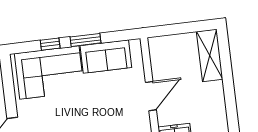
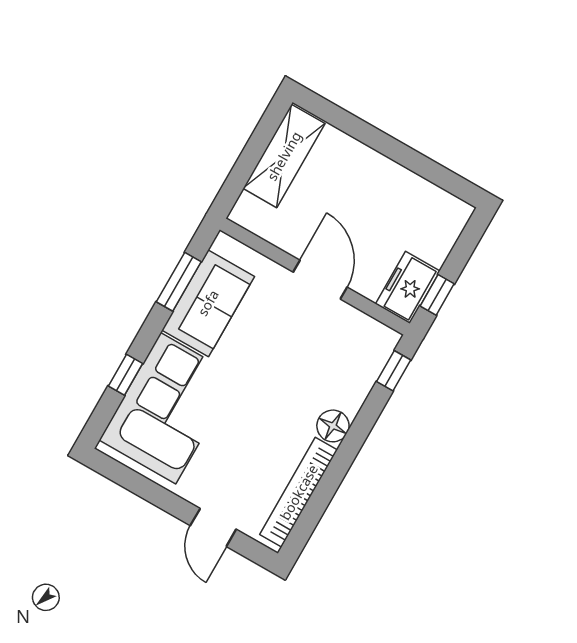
window: (86, 40) -> (179, 282), moved
shelving: (210, 55) -> (284, 156), moved, turned 90

